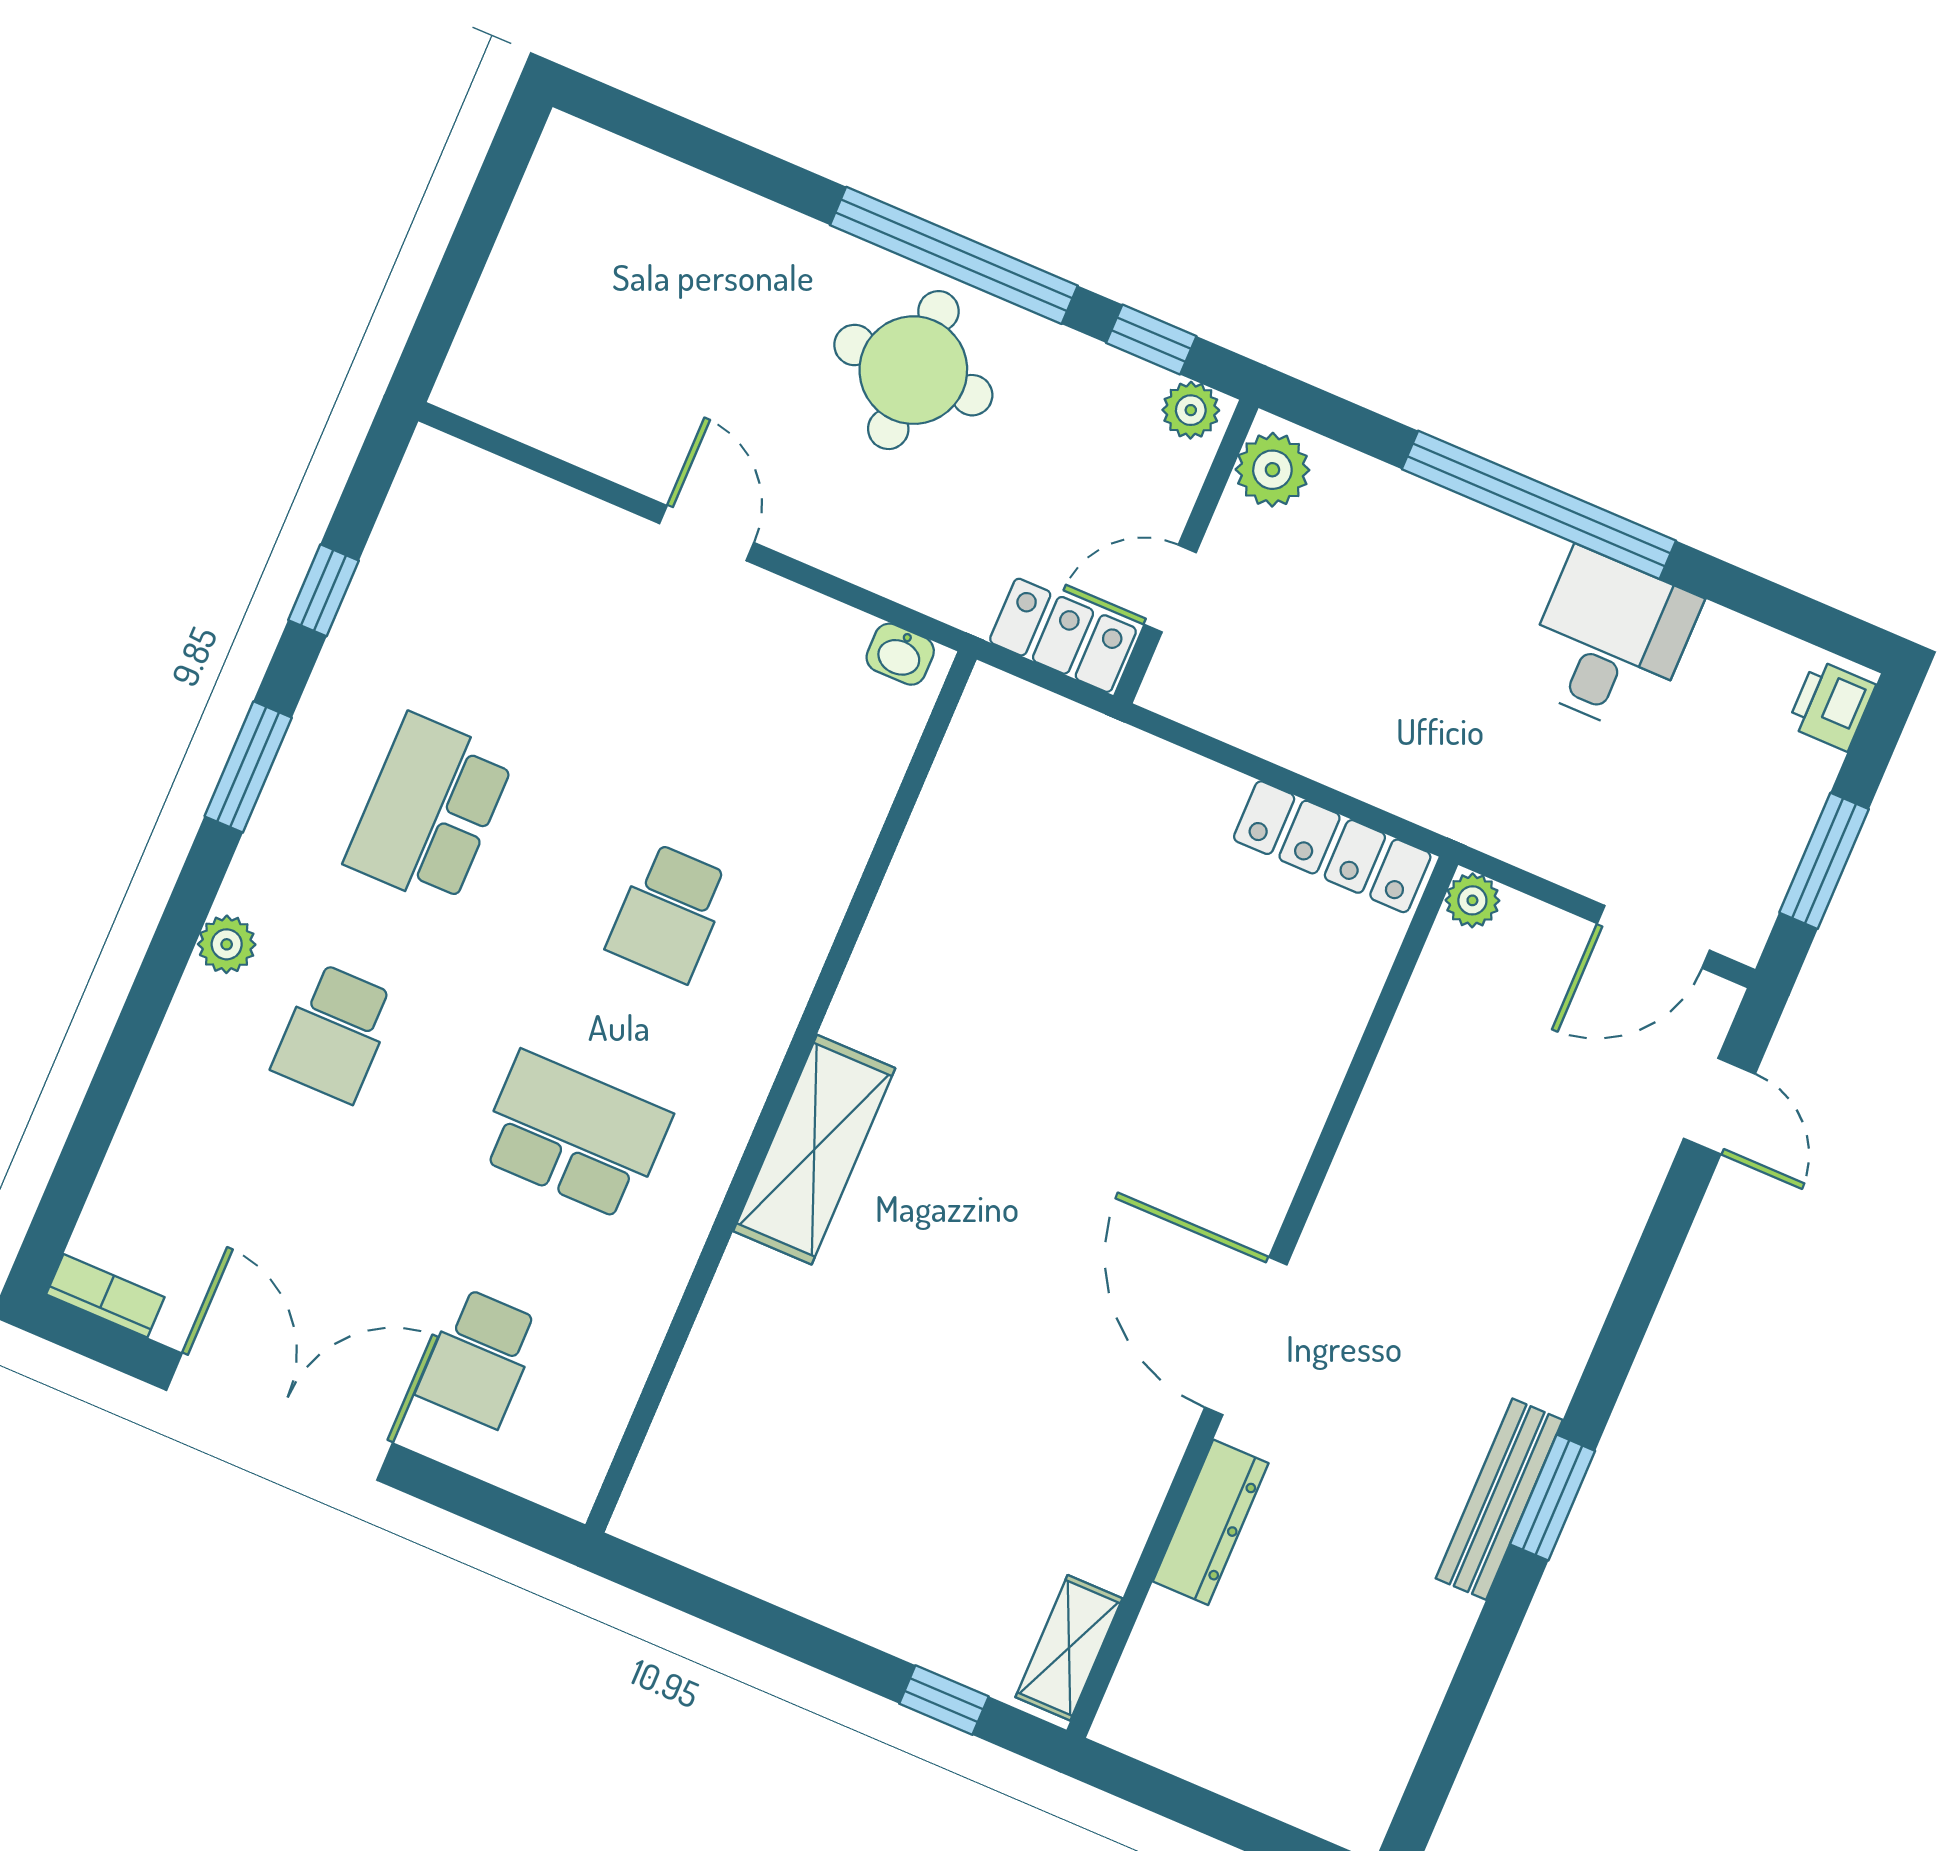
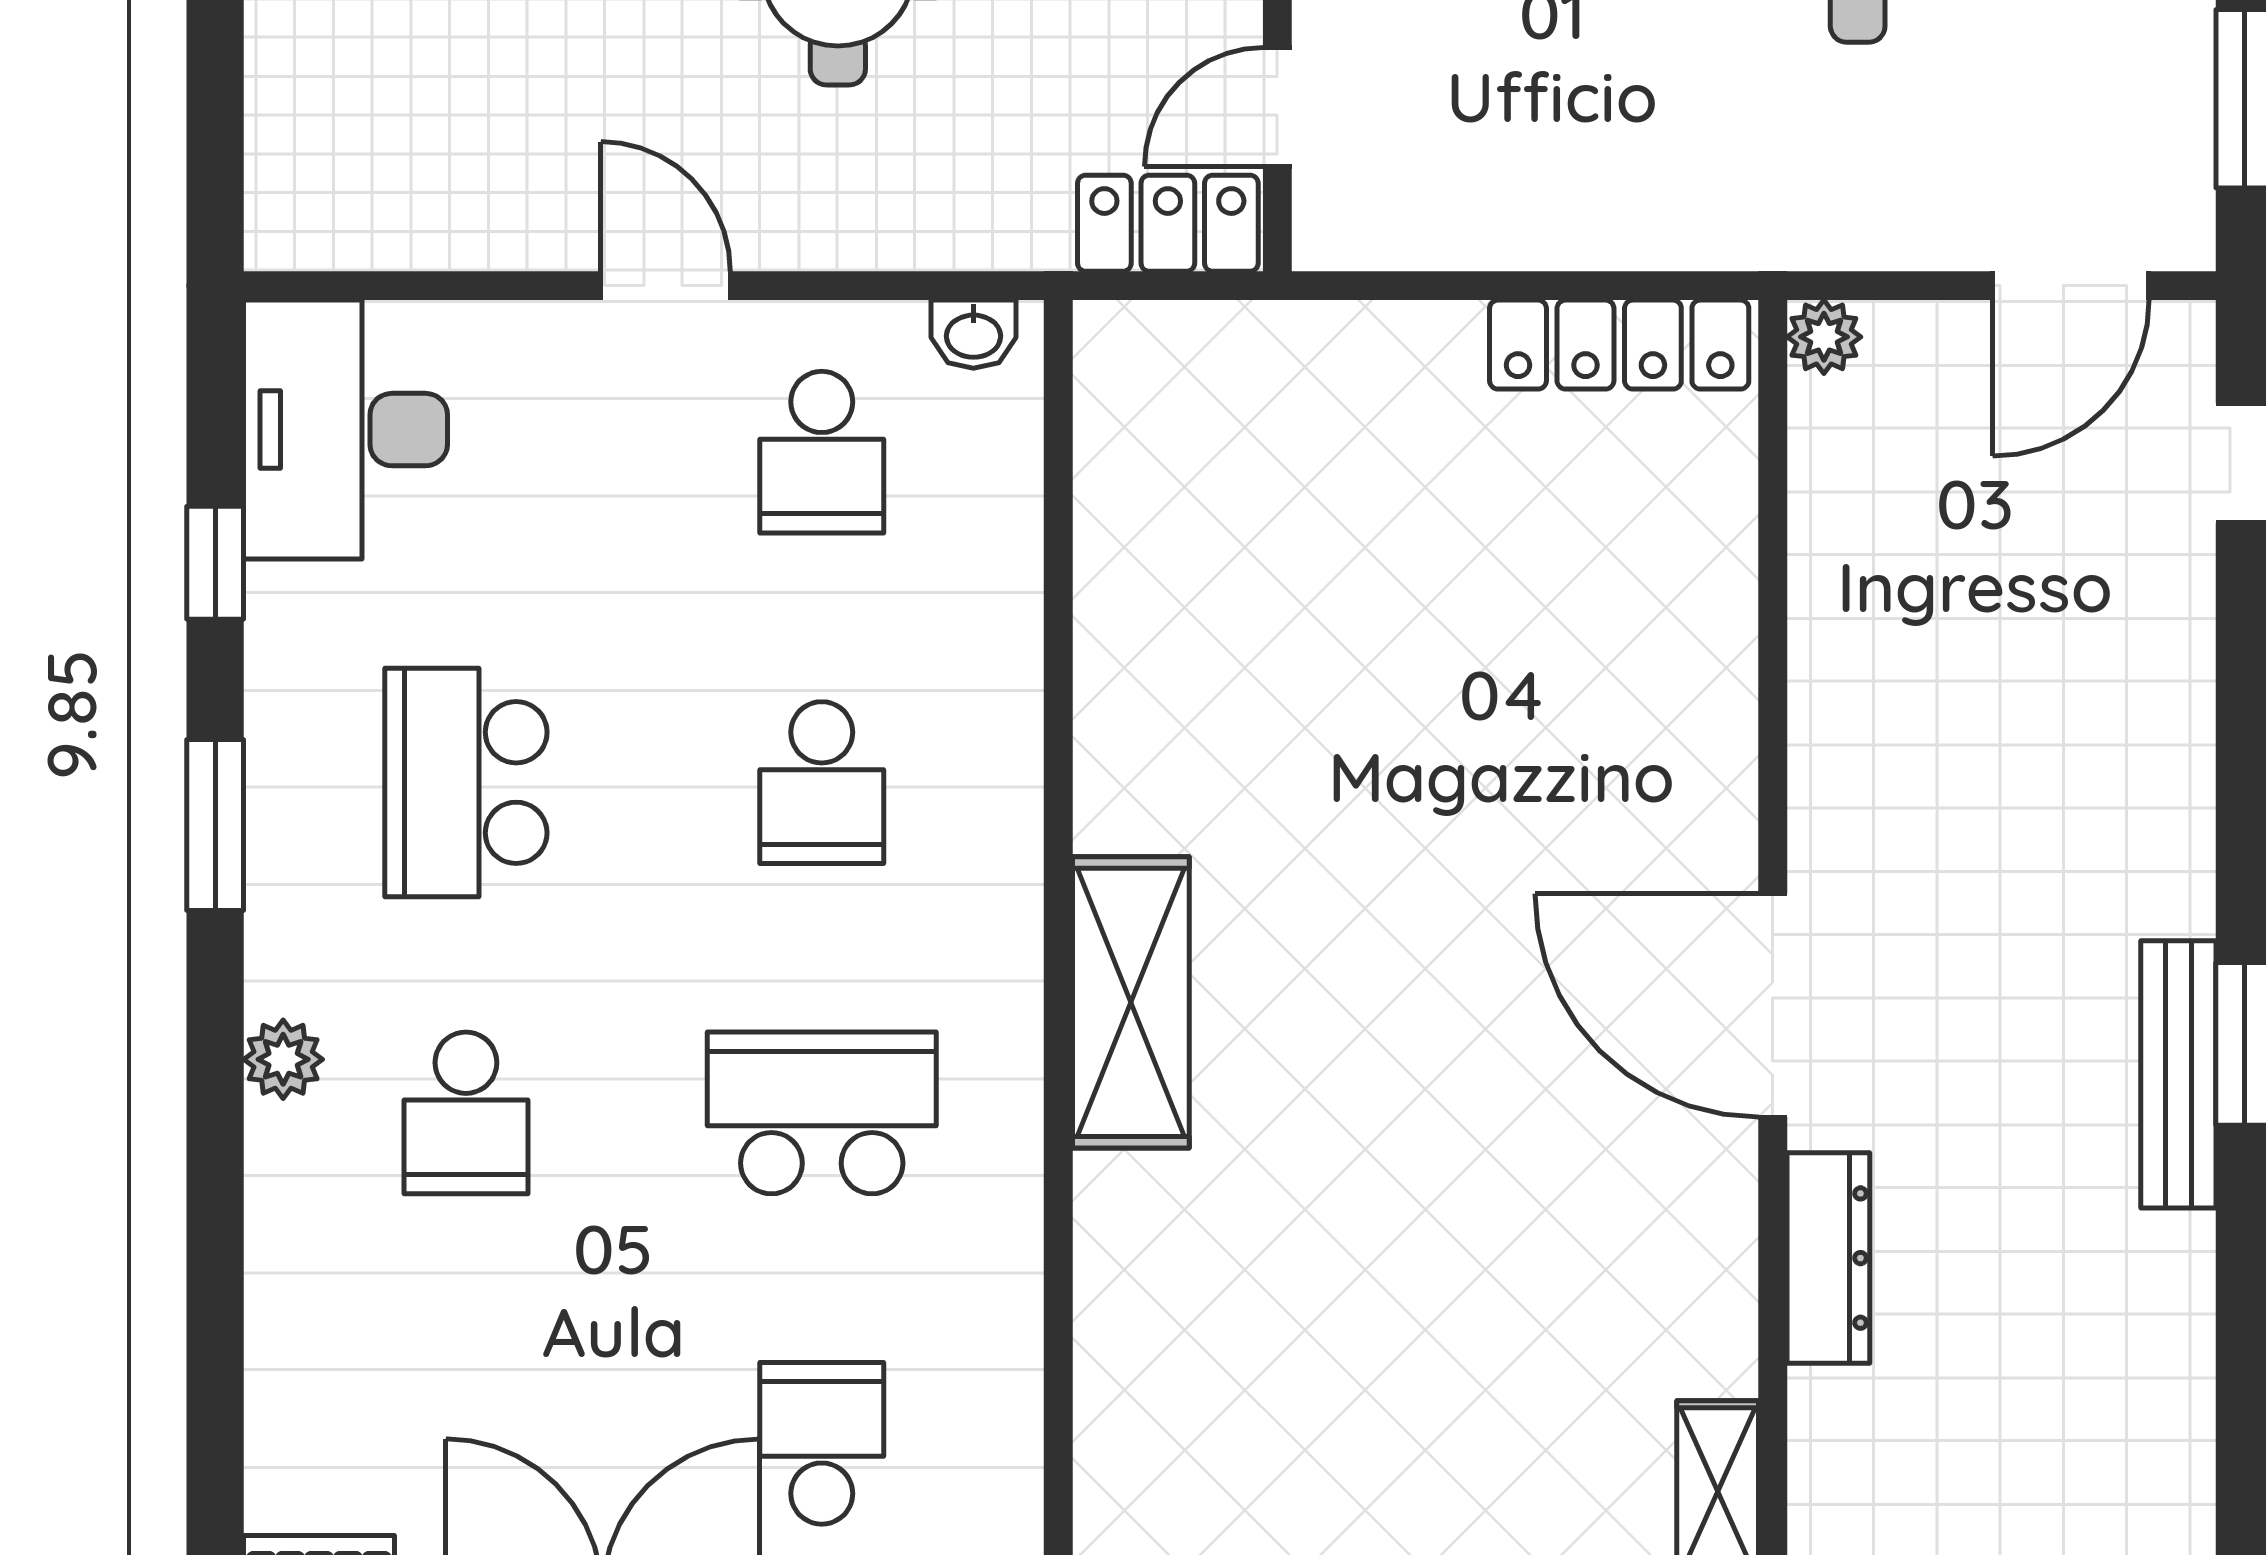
desk: (450, 538) -> (346, 430), added
school desk: (764, 690) -> (822, 452), added
school desk: (479, 1358) -> (822, 1443), turned 180

